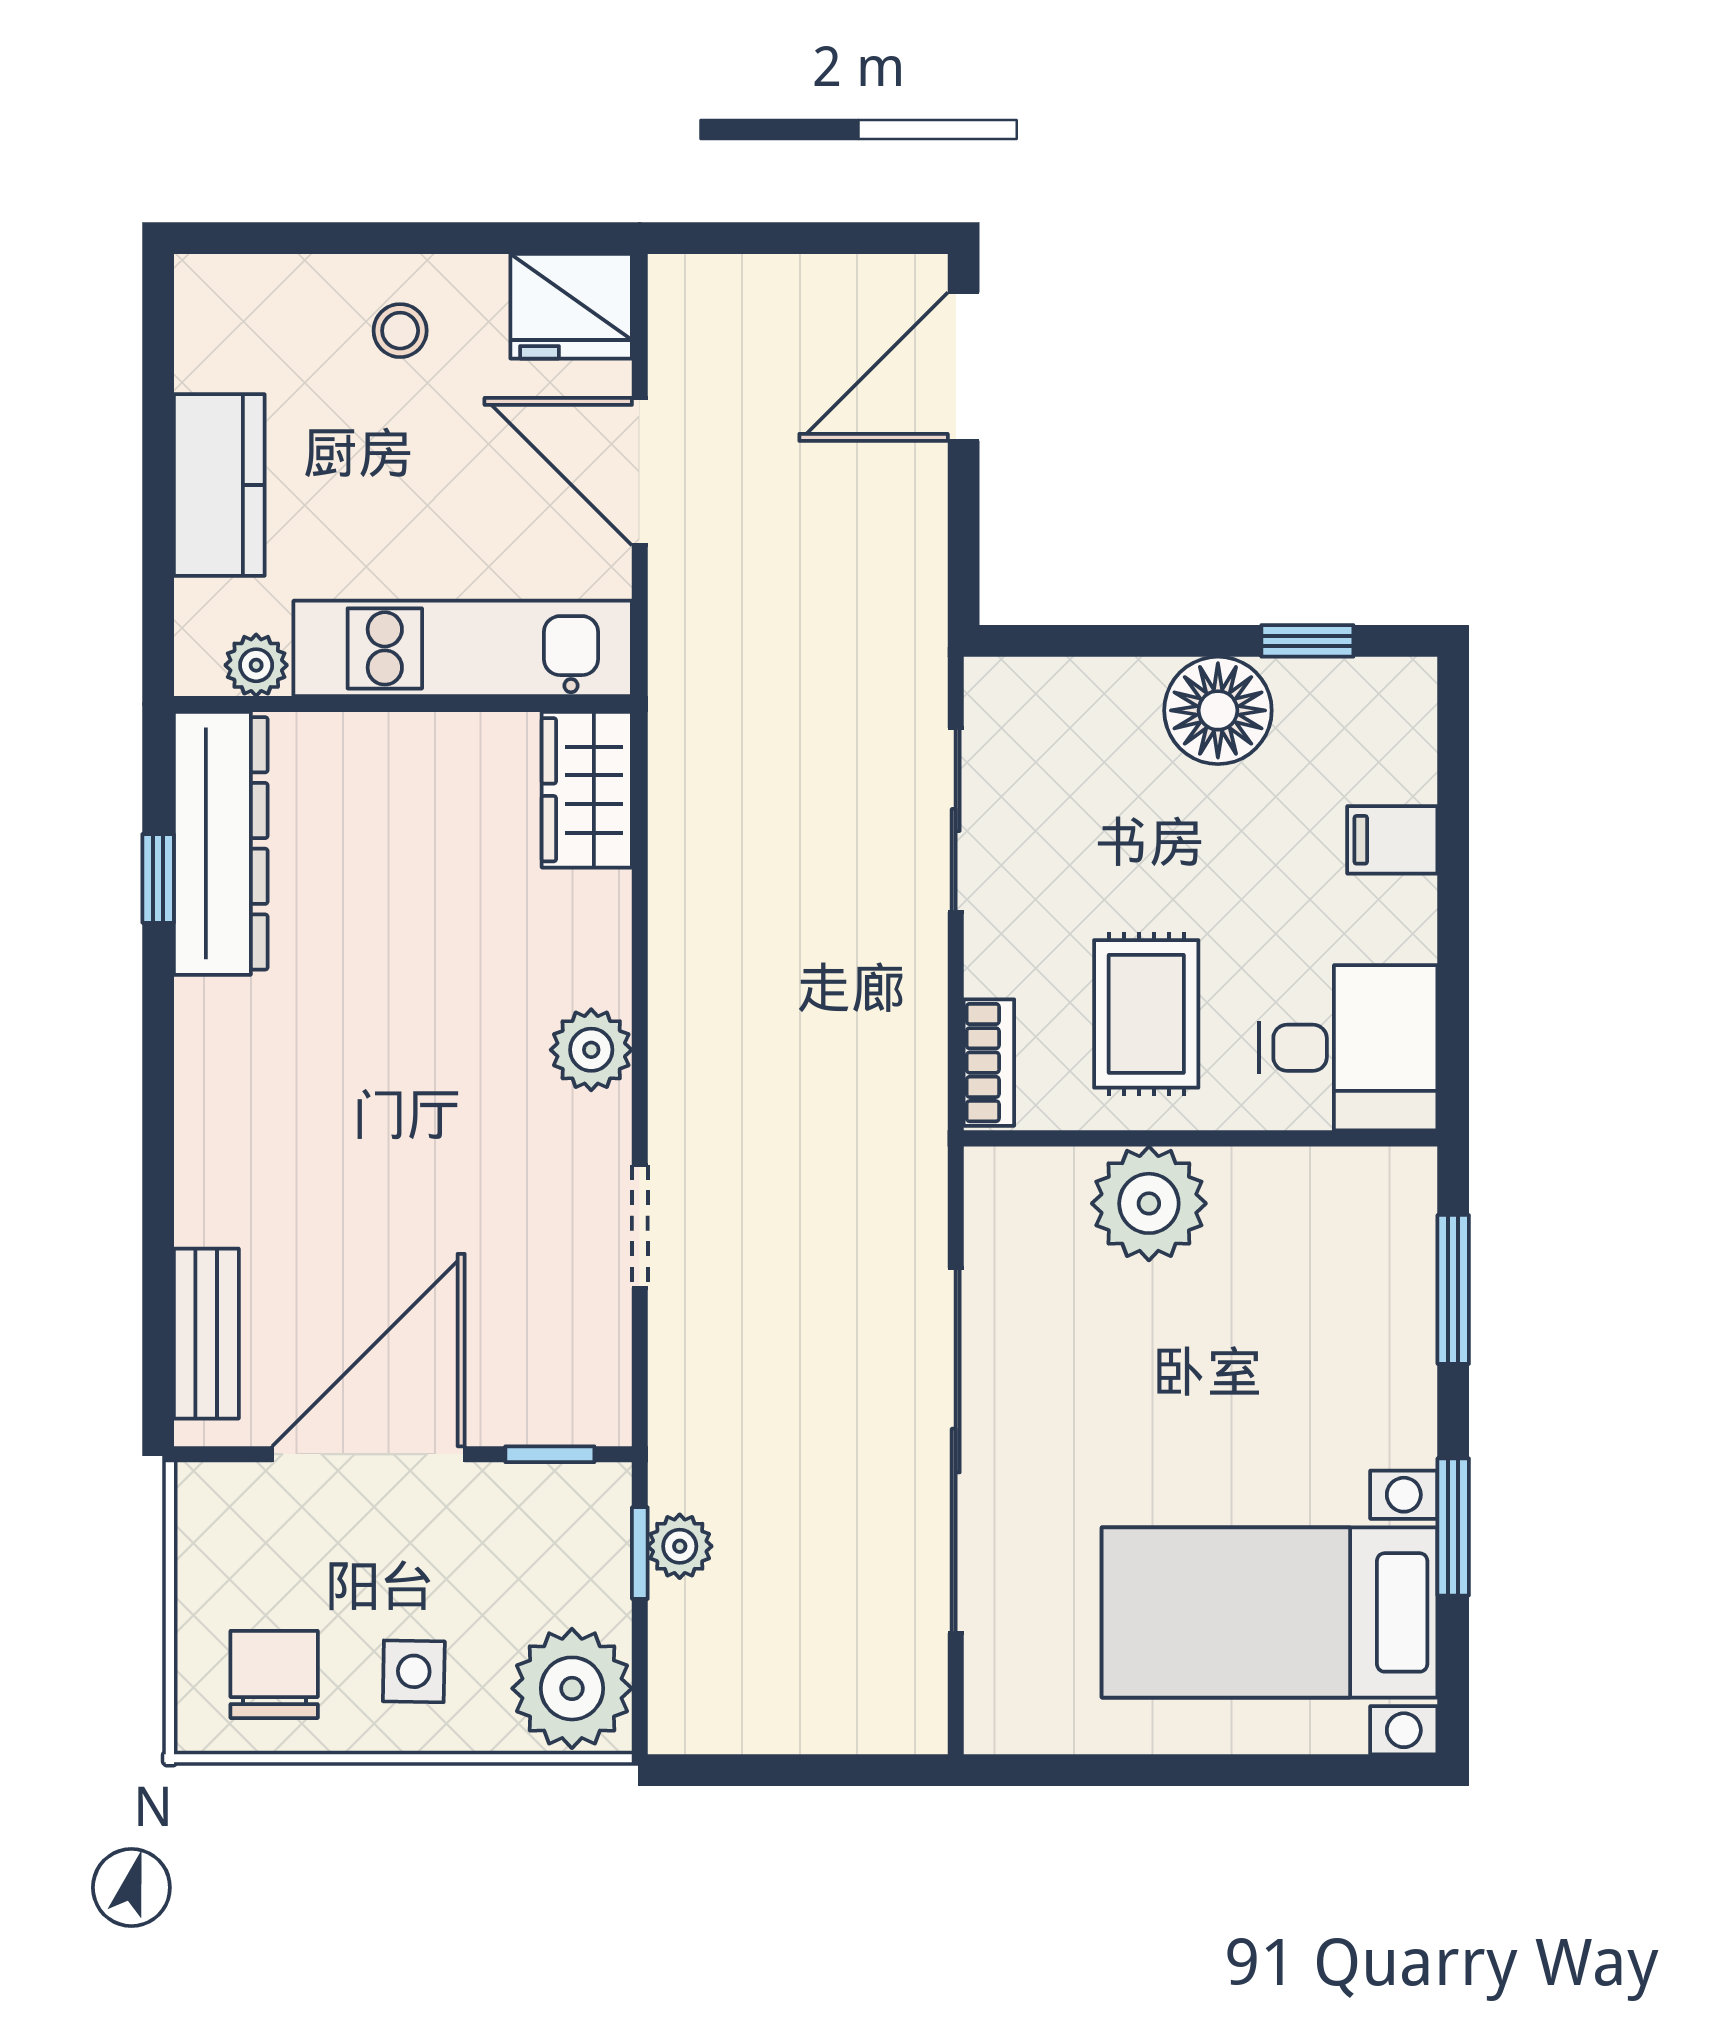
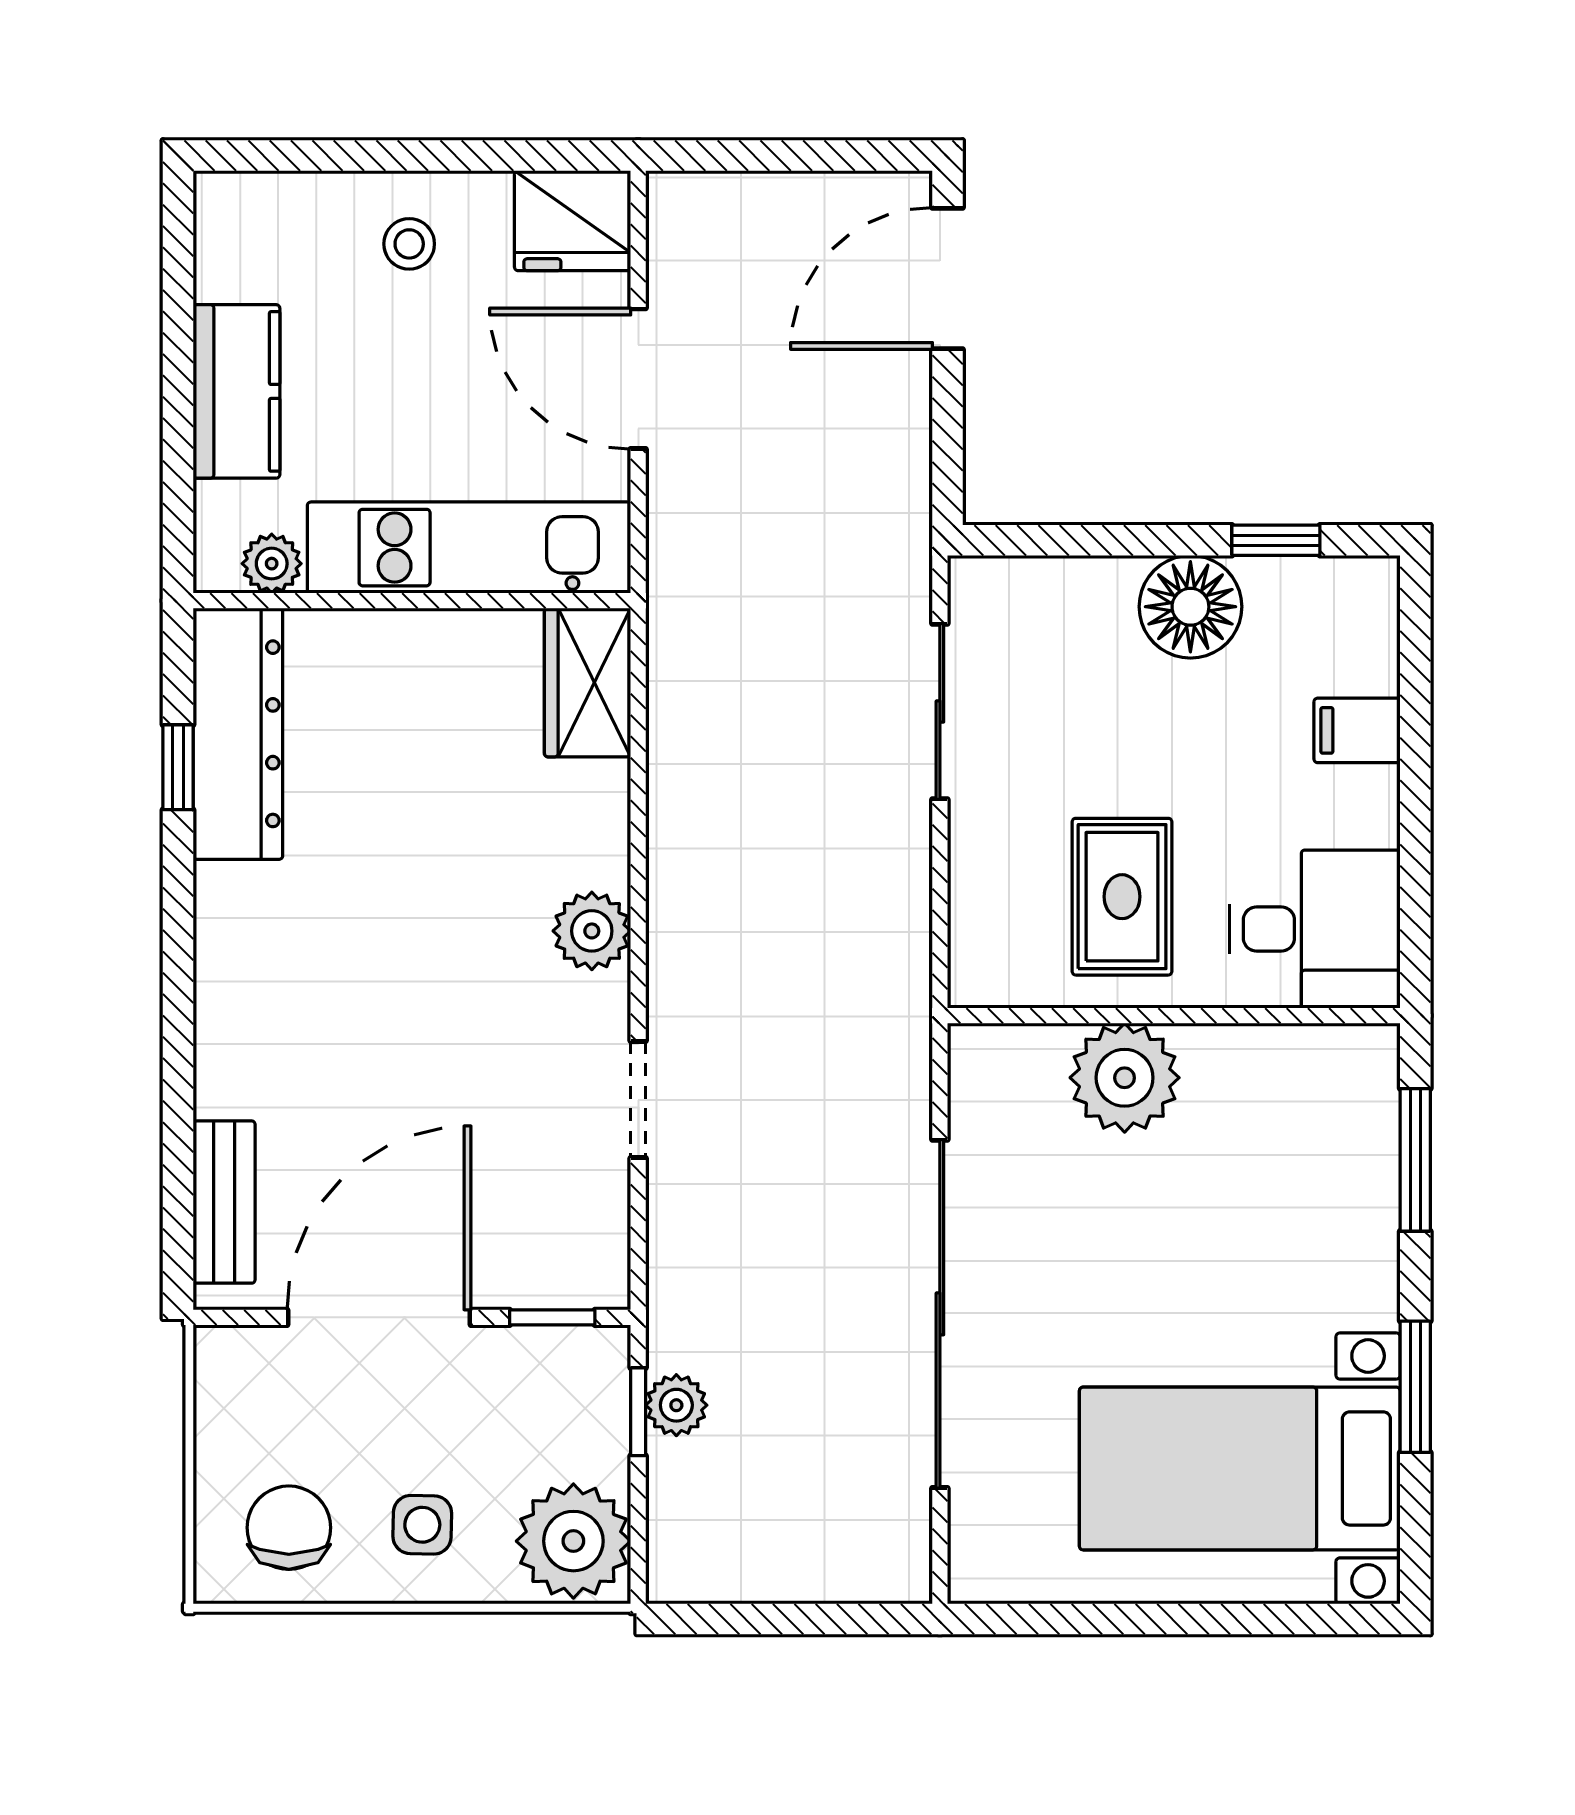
bookcase: (989, 1063) -> (972, 943), removed

